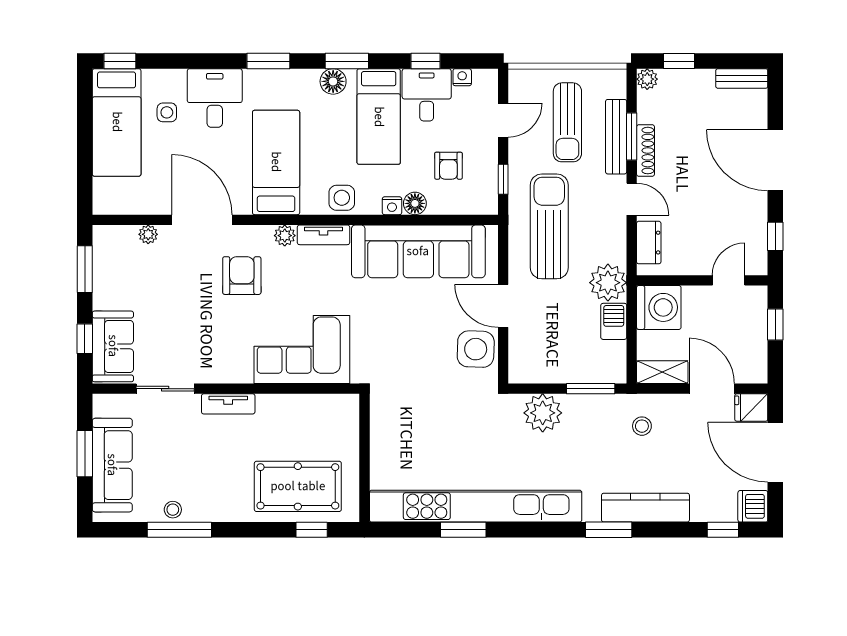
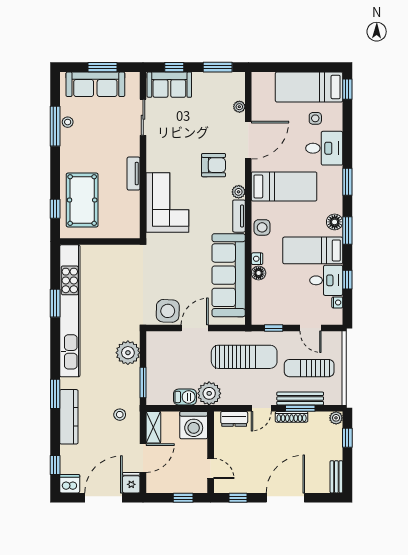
armchair: (448, 166) -> (282, 294), removed
tv unit: (228, 404) -> (134, 174), moved

